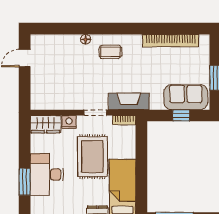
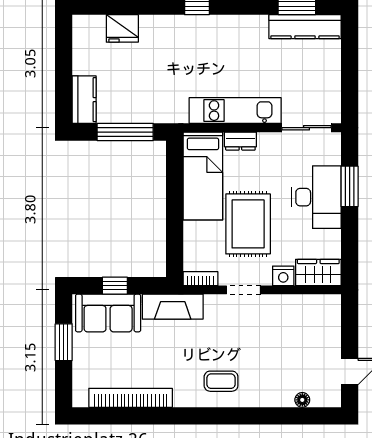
floor lamp: (86, 39) -> (302, 400), moved
fireplace: (129, 101) -> (173, 307), moved

